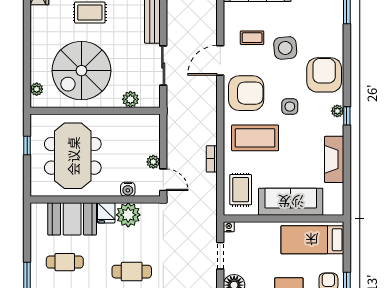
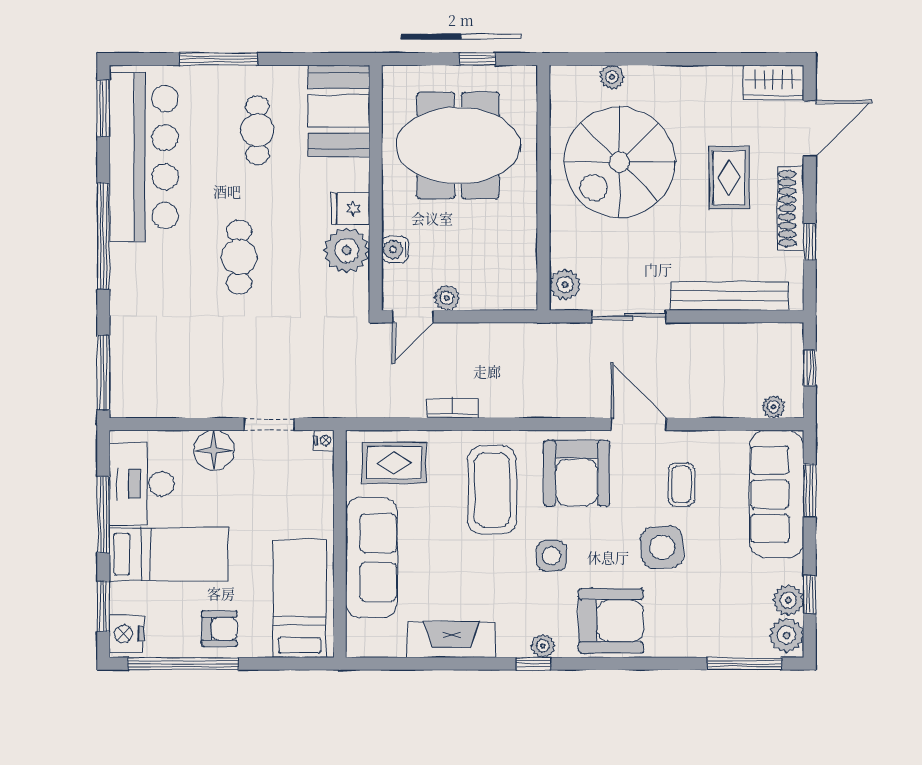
spiral stairs: (81, 71) -> (619, 162), turned -90
plant: (37, 89) -> (612, 77), moved
plant: (130, 99) -> (565, 285), moved
booth: (72, 219) -> (339, 111), moved

